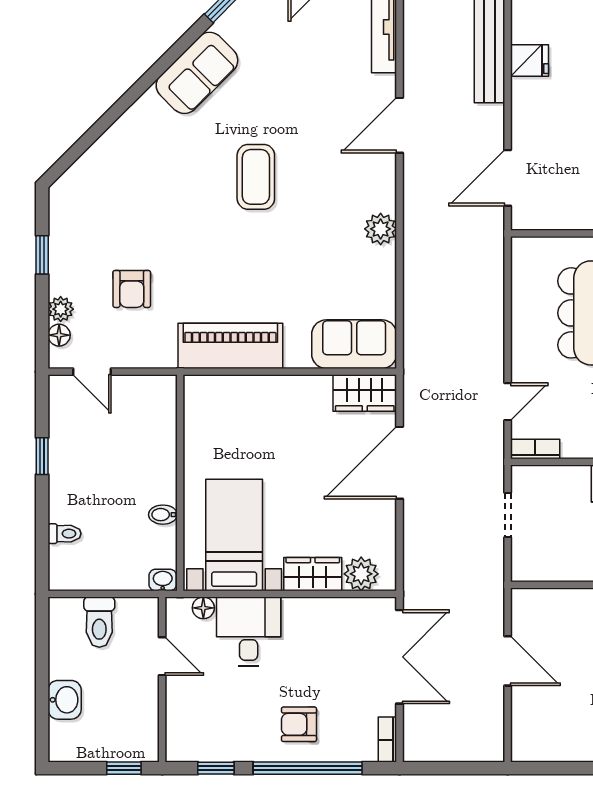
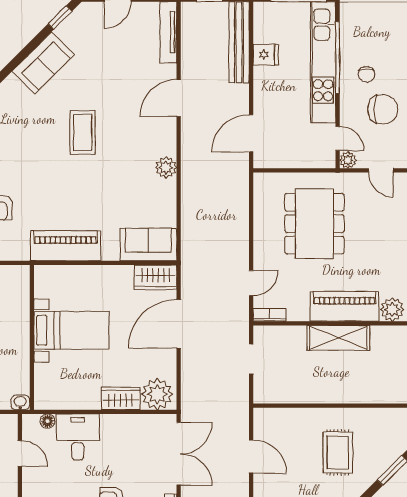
bidet: (163, 515) -> (20, 359), removed
bed with nightstands: (234, 535) -> (71, 330), moved, turned 90
plant: (361, 574) -> (157, 394), width x1.36, depth x1.36

